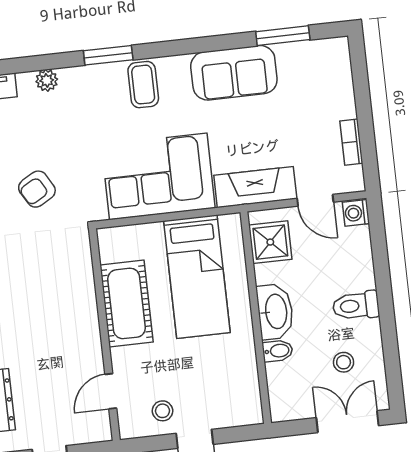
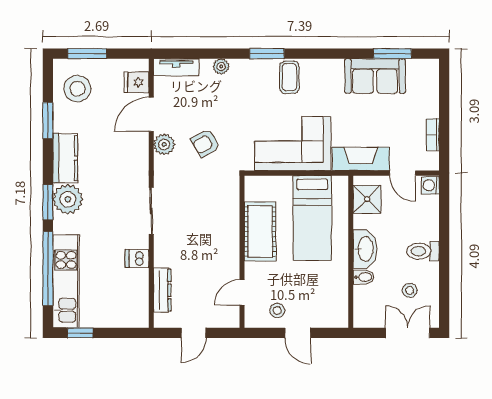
sofa: (234, 73) -> (375, 76), moved

